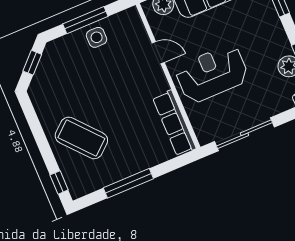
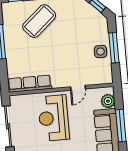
reception desk: (212, 74) -> (54, 118), turned 180

